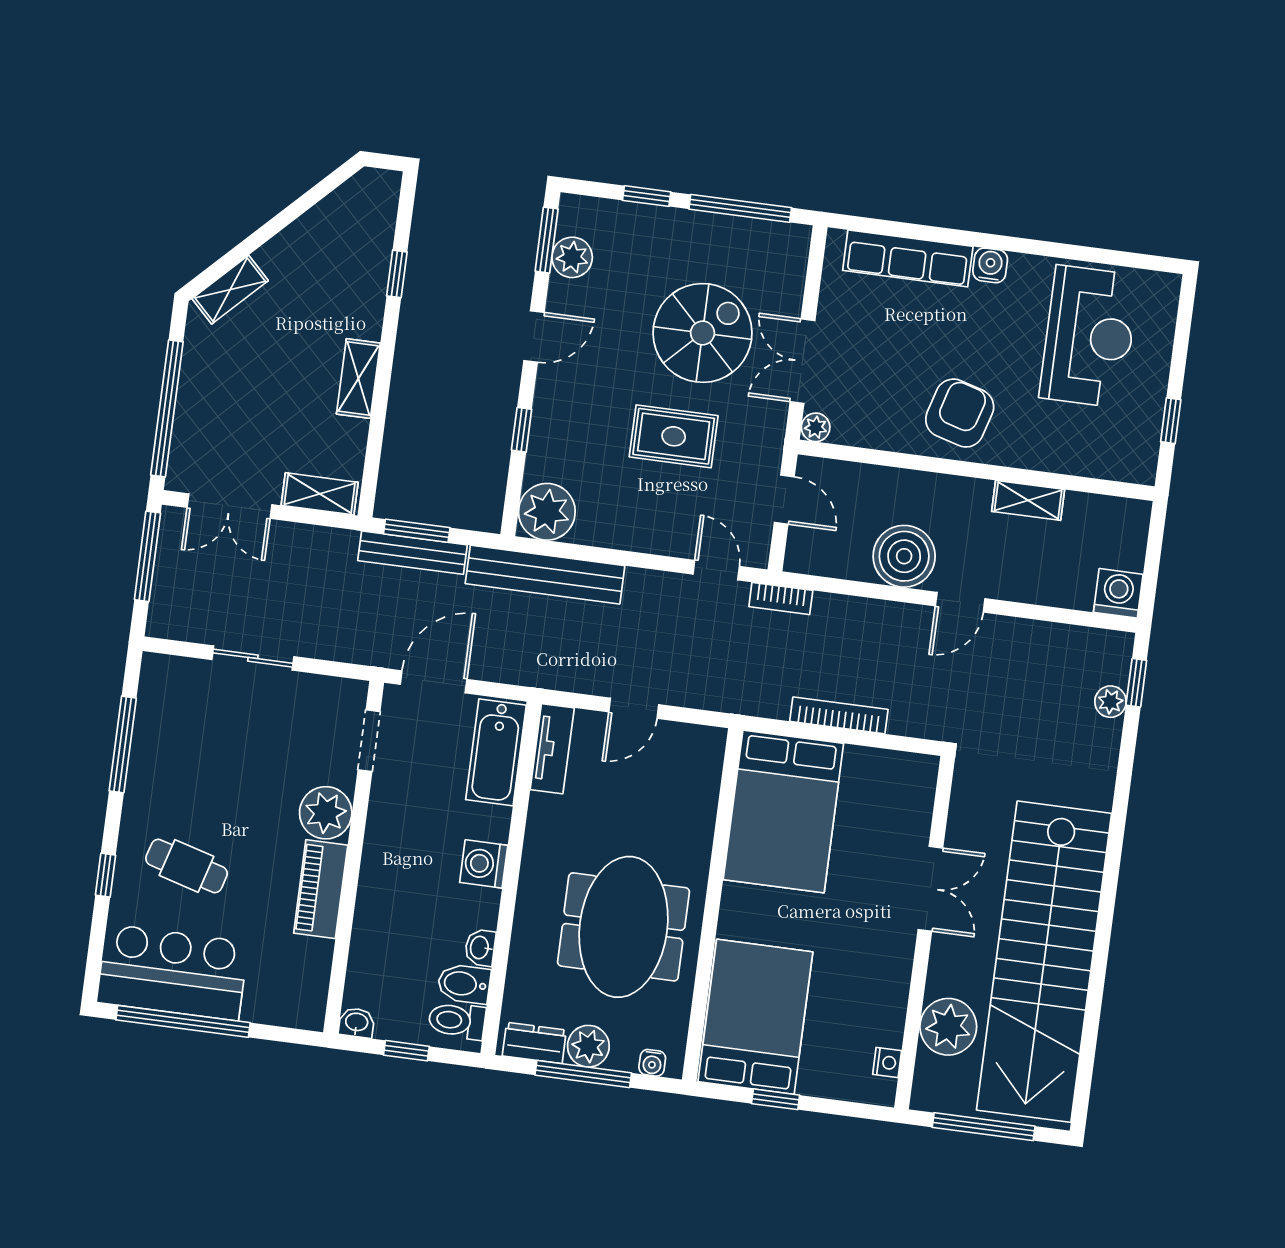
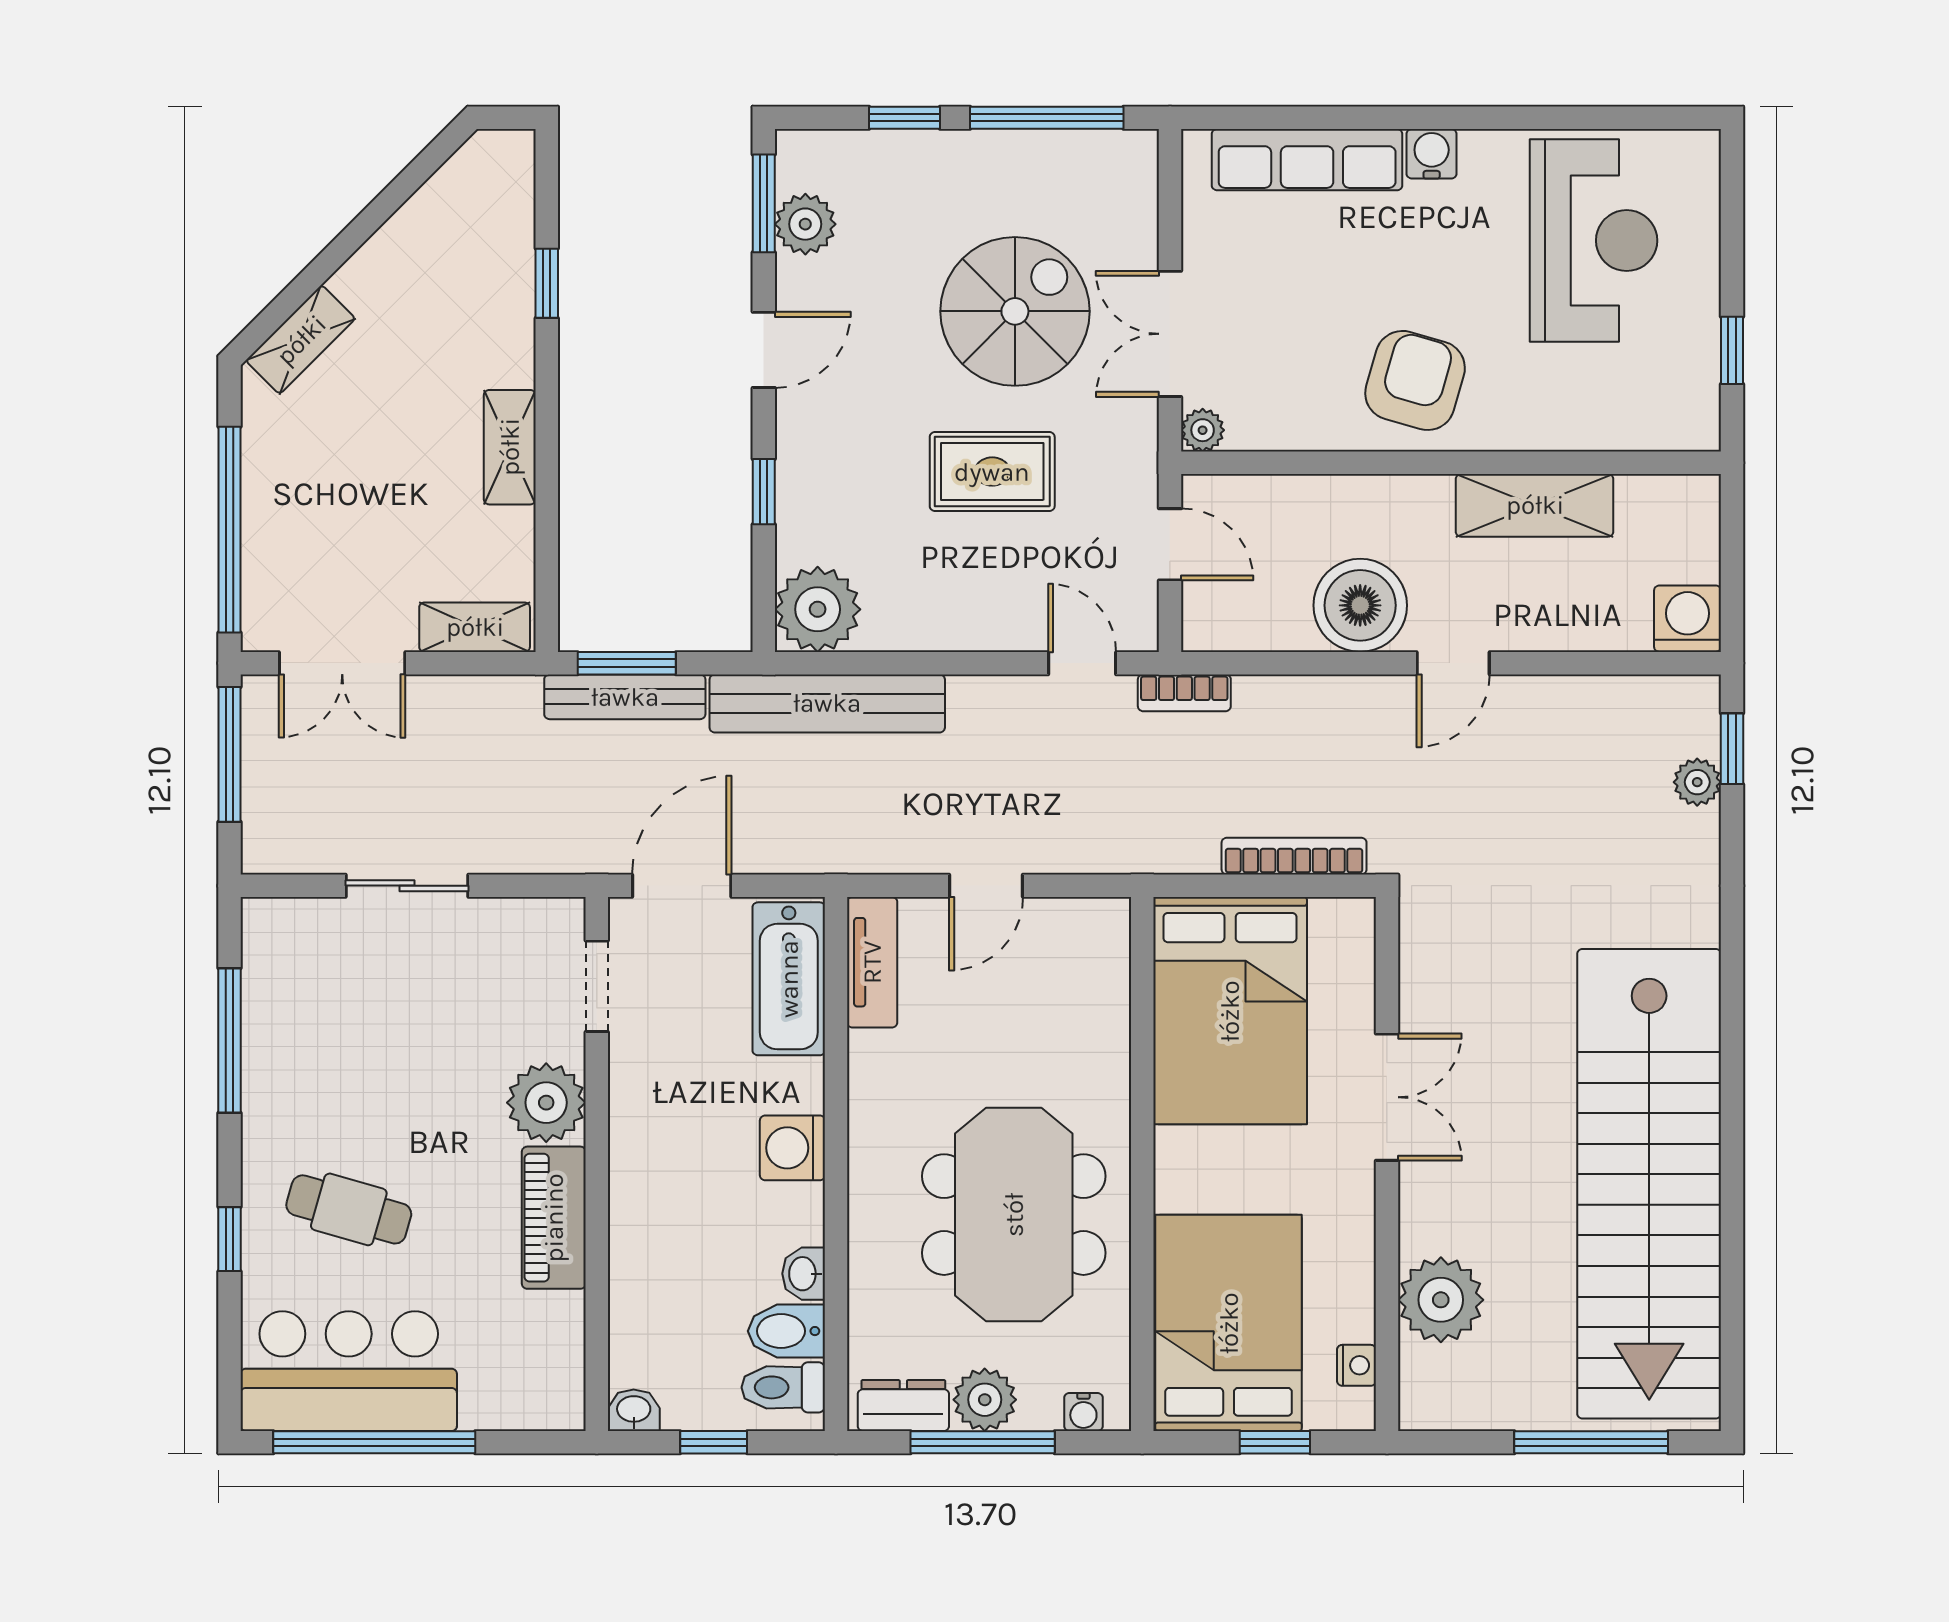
shelving: (1028, 500) -> (1535, 505), width x1.50, depth x1.33
double door: (930, 889) -> (1387, 1097), moved
wall: (925, 933) -> (1387, 1164), moved
plant: (948, 1027) -> (1441, 1300), moved
nightstand: (887, 1063) -> (1356, 1365), moved

